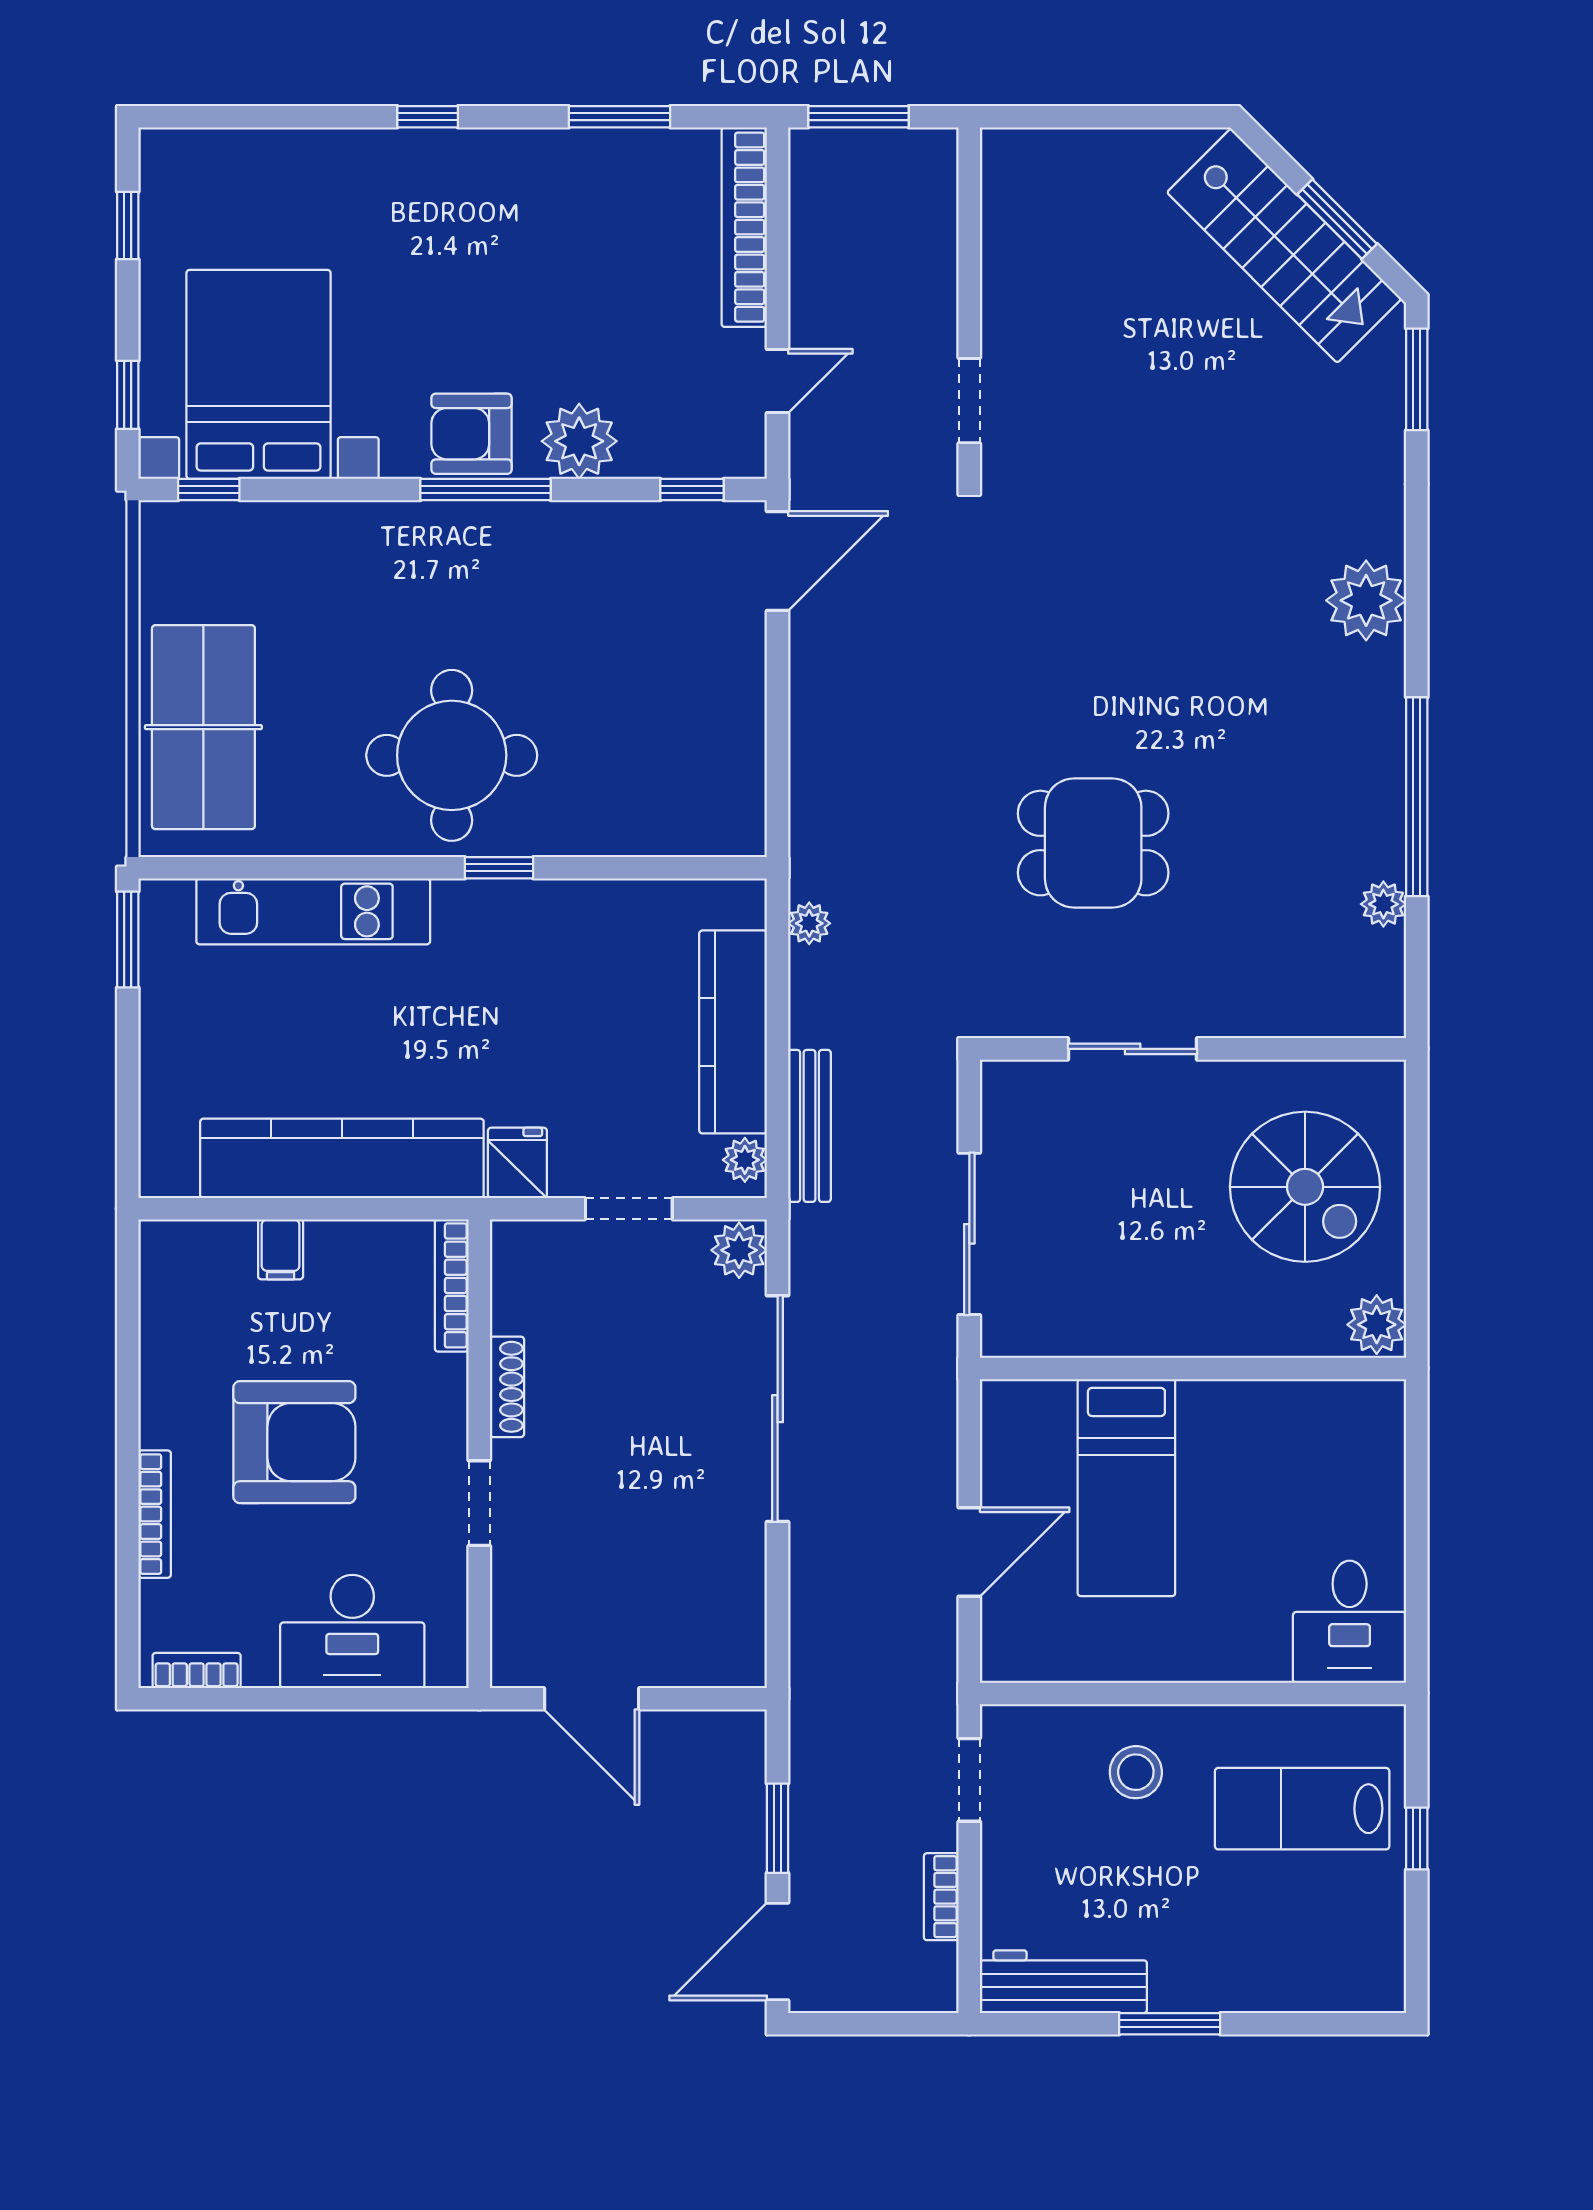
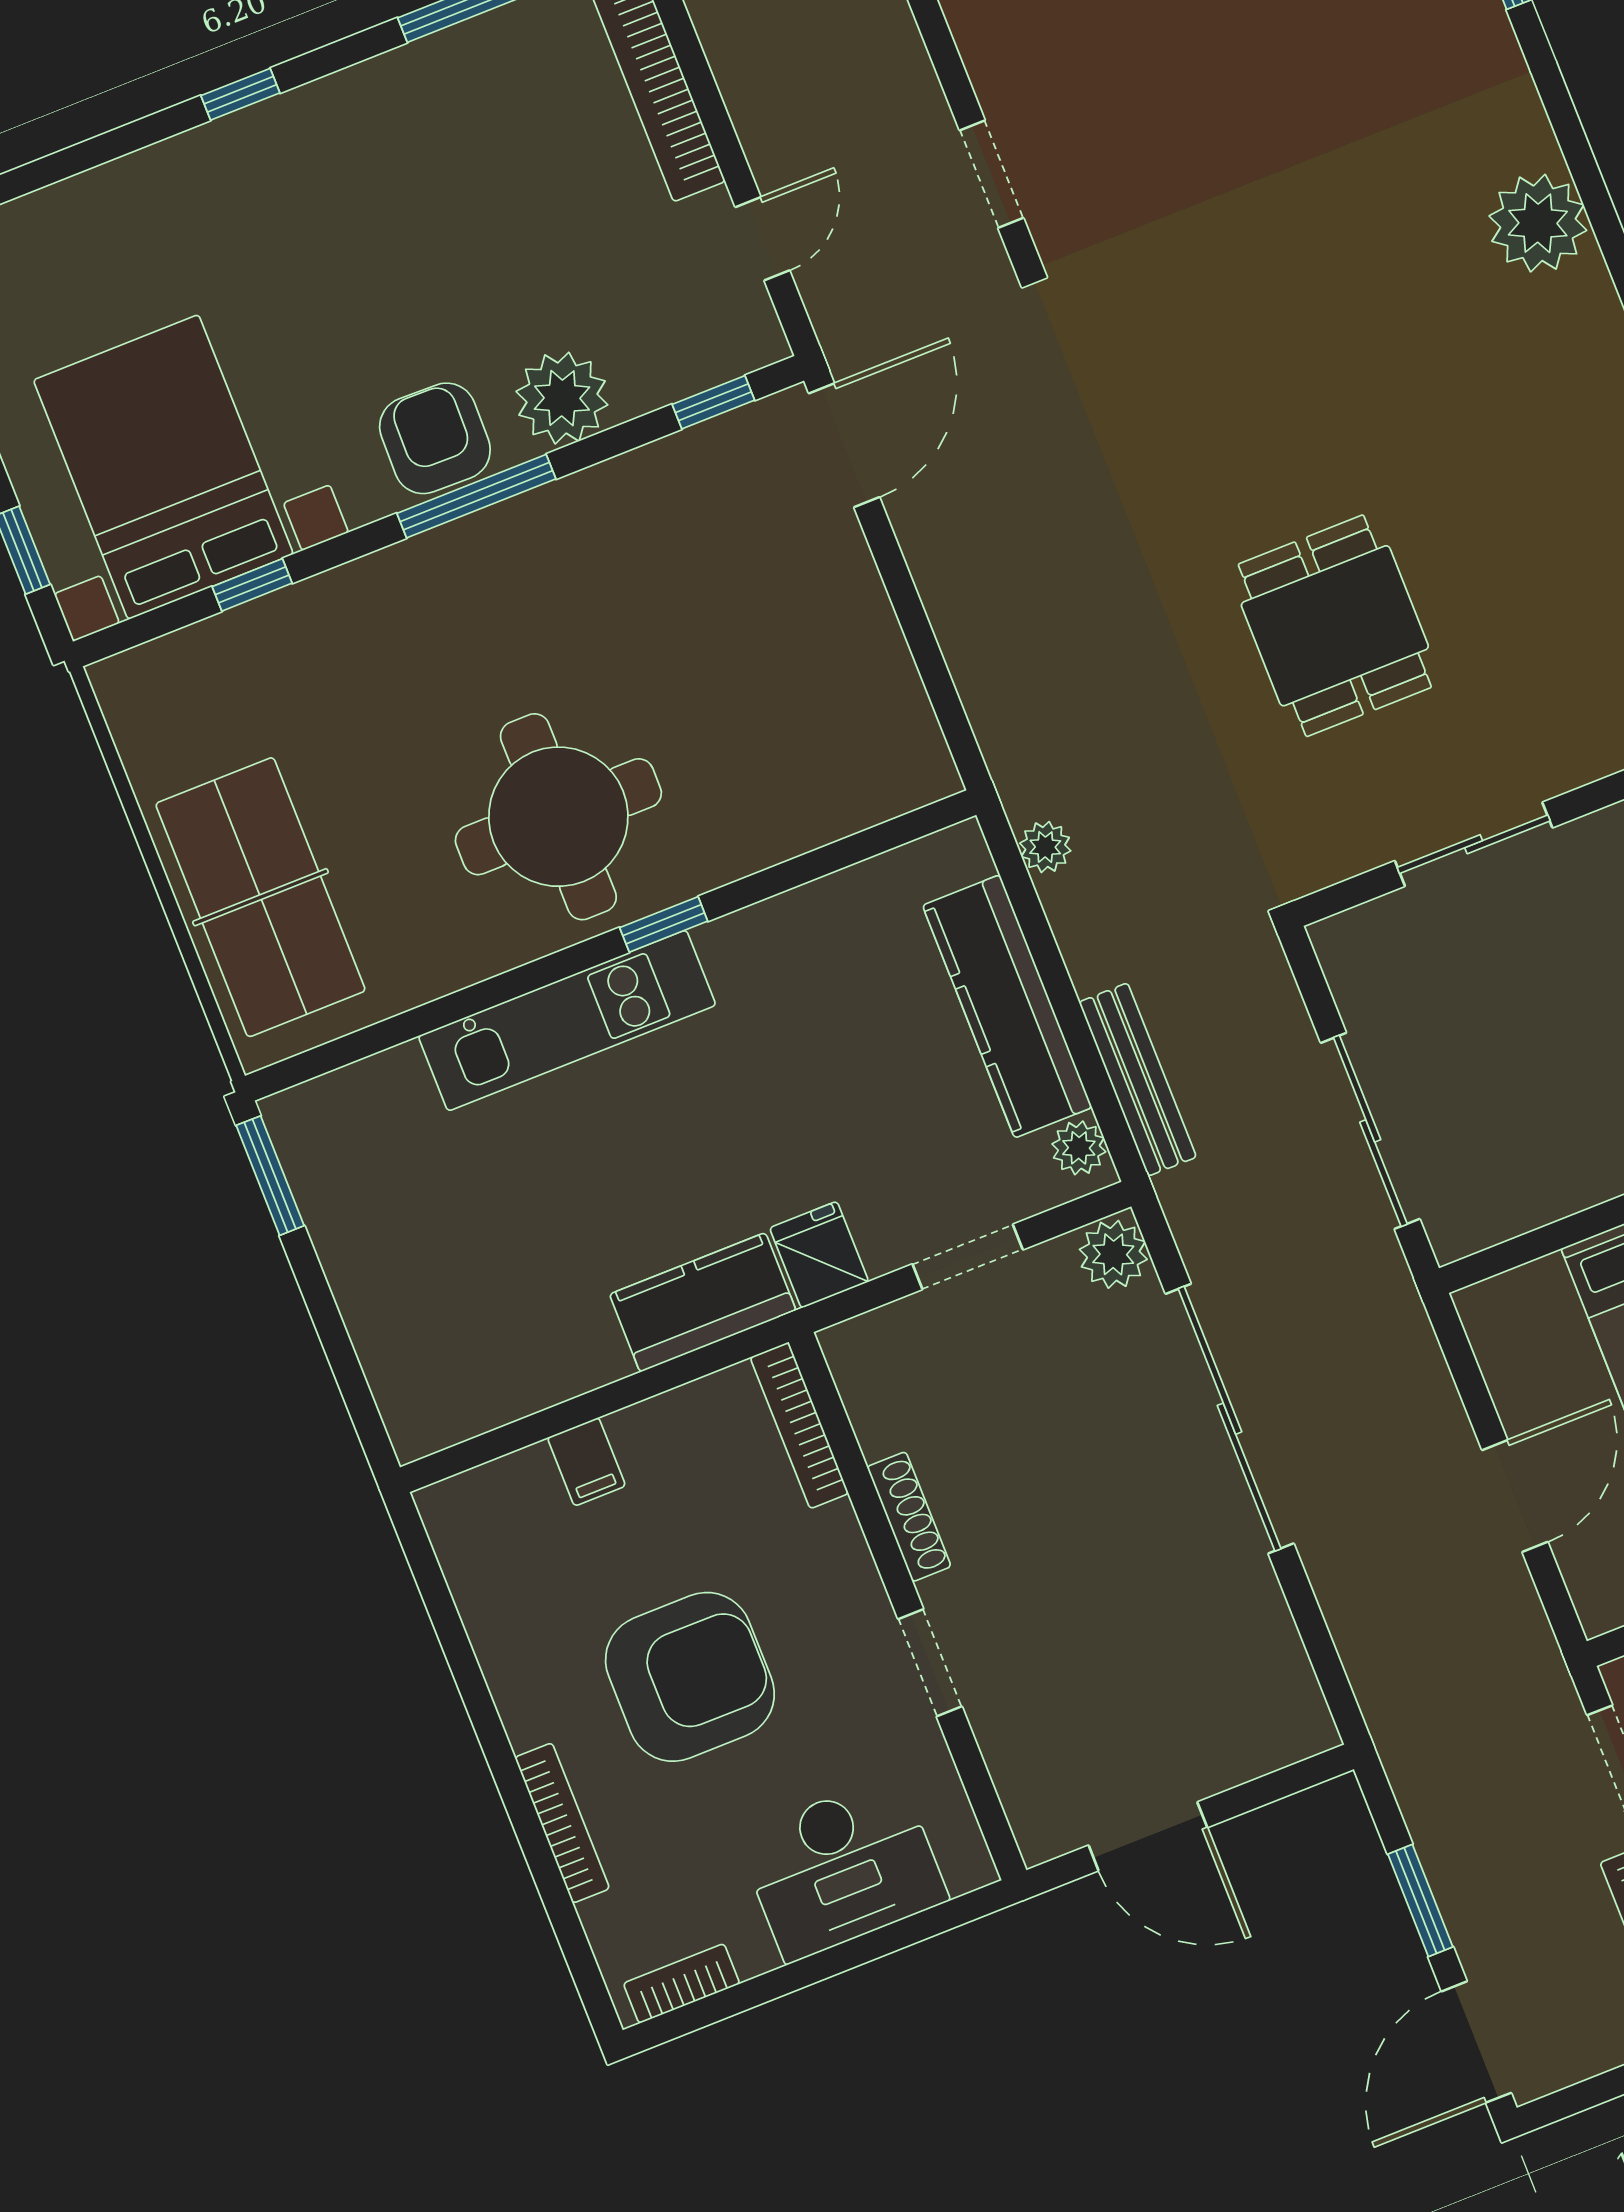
armchair: (472, 434) -> (435, 438), turned 91
window: (209, 490) -> (252, 585), moved
dining table: (1093, 843) -> (1335, 626), turned 90
kitchen unit: (313, 911) -> (567, 1020), moved
kitchen counter: (342, 1158) -> (703, 1302), width x0.48, depth x0.86

